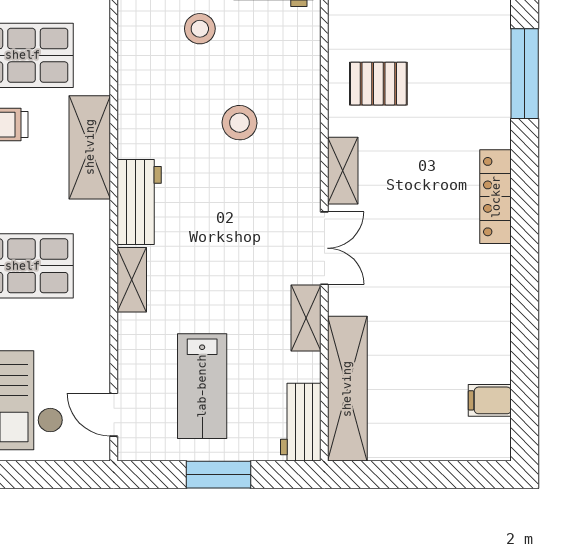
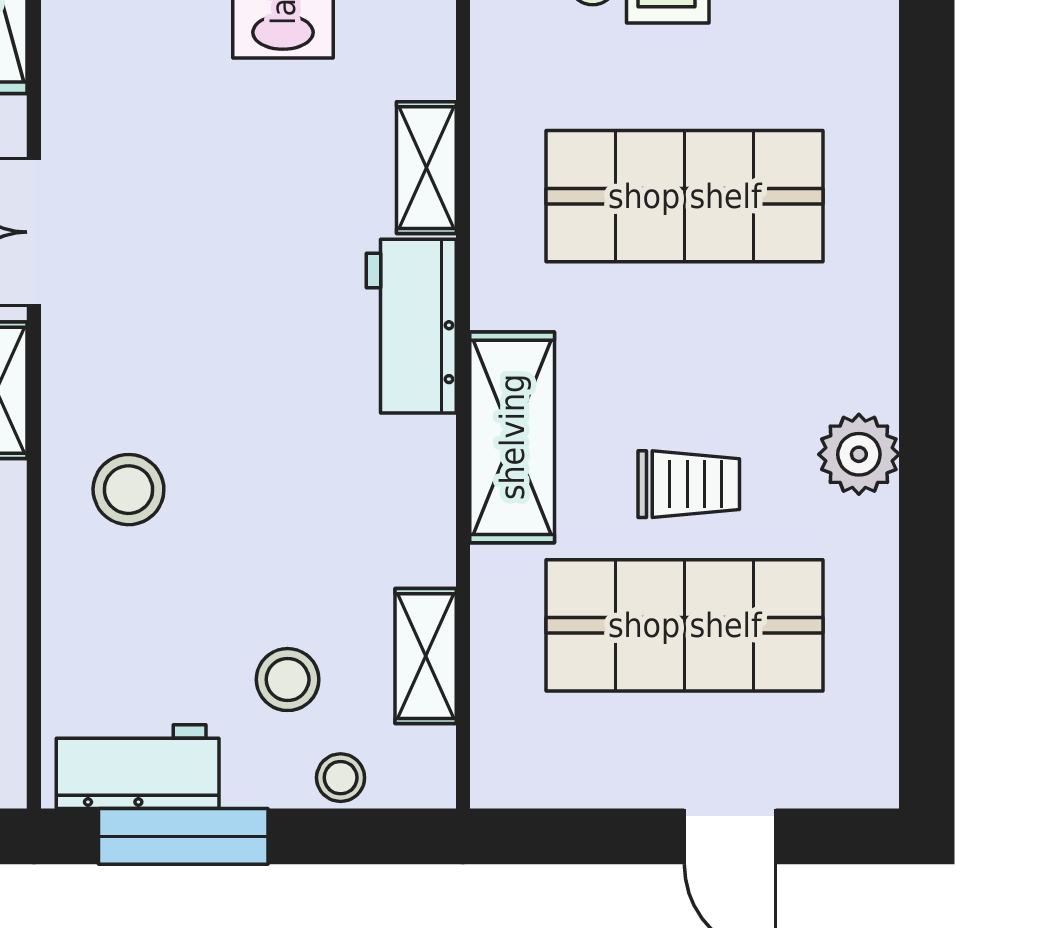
stool: (239, 123) -> (128, 490), moved
shelving: (306, 318) -> (426, 656), moved

